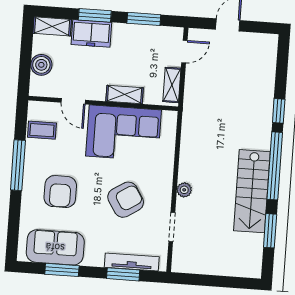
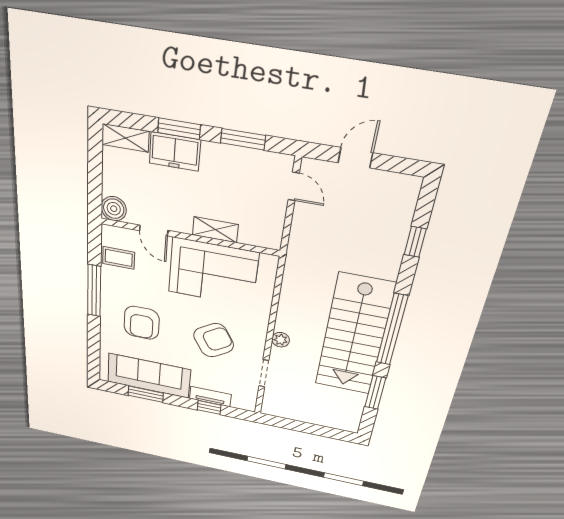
door: (184, 52) -> (294, 186), hinge flipped
boiler: (41, 65) -> (114, 209), moved
shelving: (172, 85) -> (275, 225), removed
window: (279, 111) -> (415, 242), moved
stairs: (252, 191) -> (354, 335), width x1.36, depth x1.51
sofa: (55, 247) -> (149, 376), width x1.36
tv unit: (132, 262) -> (210, 397), width x0.71
window: (123, 274) -> (209, 407), width x0.67

